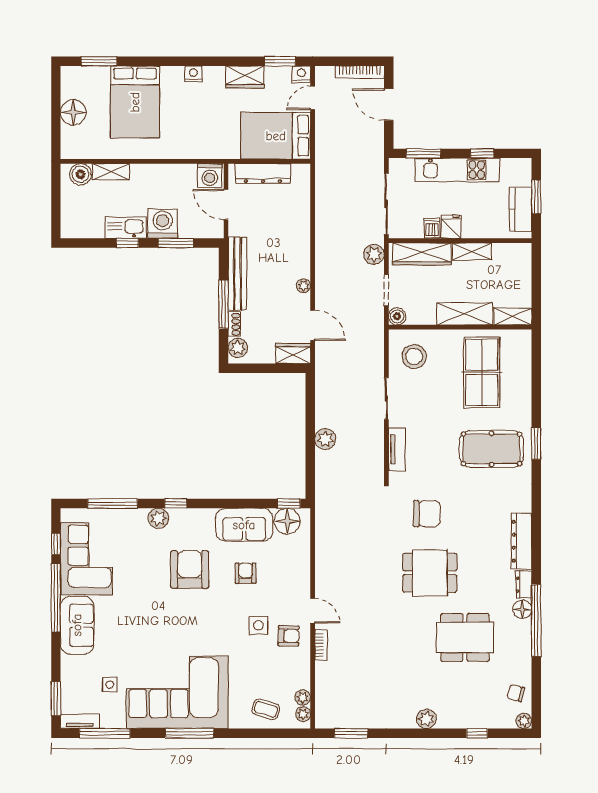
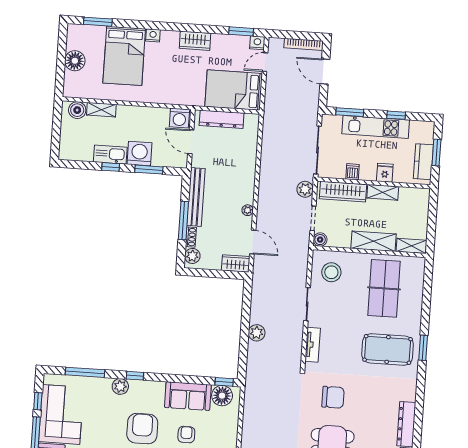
nightstand: (193, 74) -> (153, 35), moved
wardrobe: (245, 77) -> (195, 41), moved
fridge: (451, 227) -> (385, 173), moved

